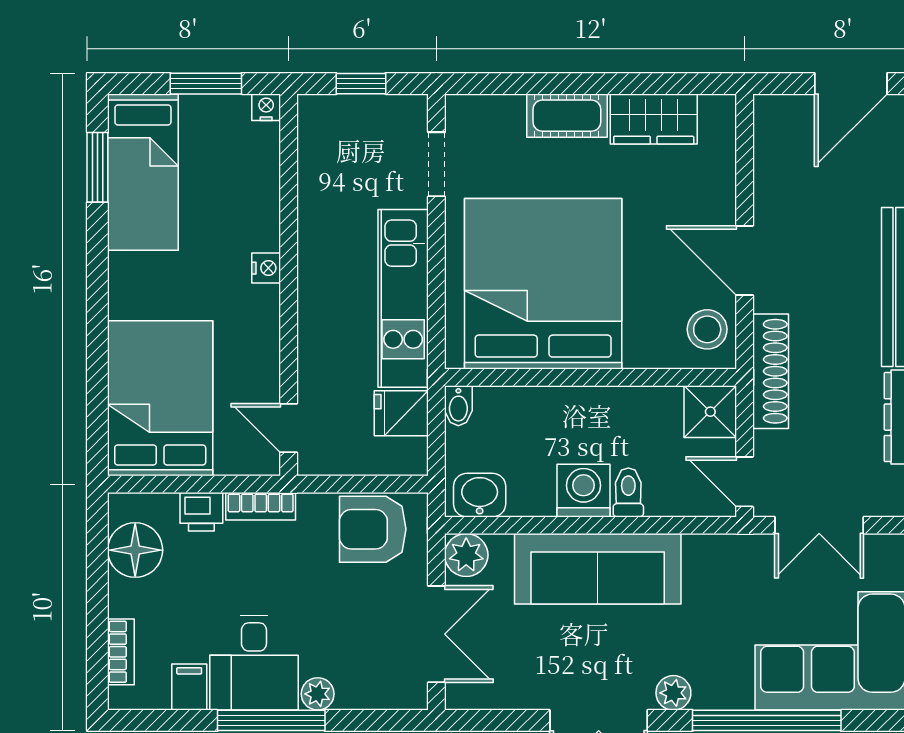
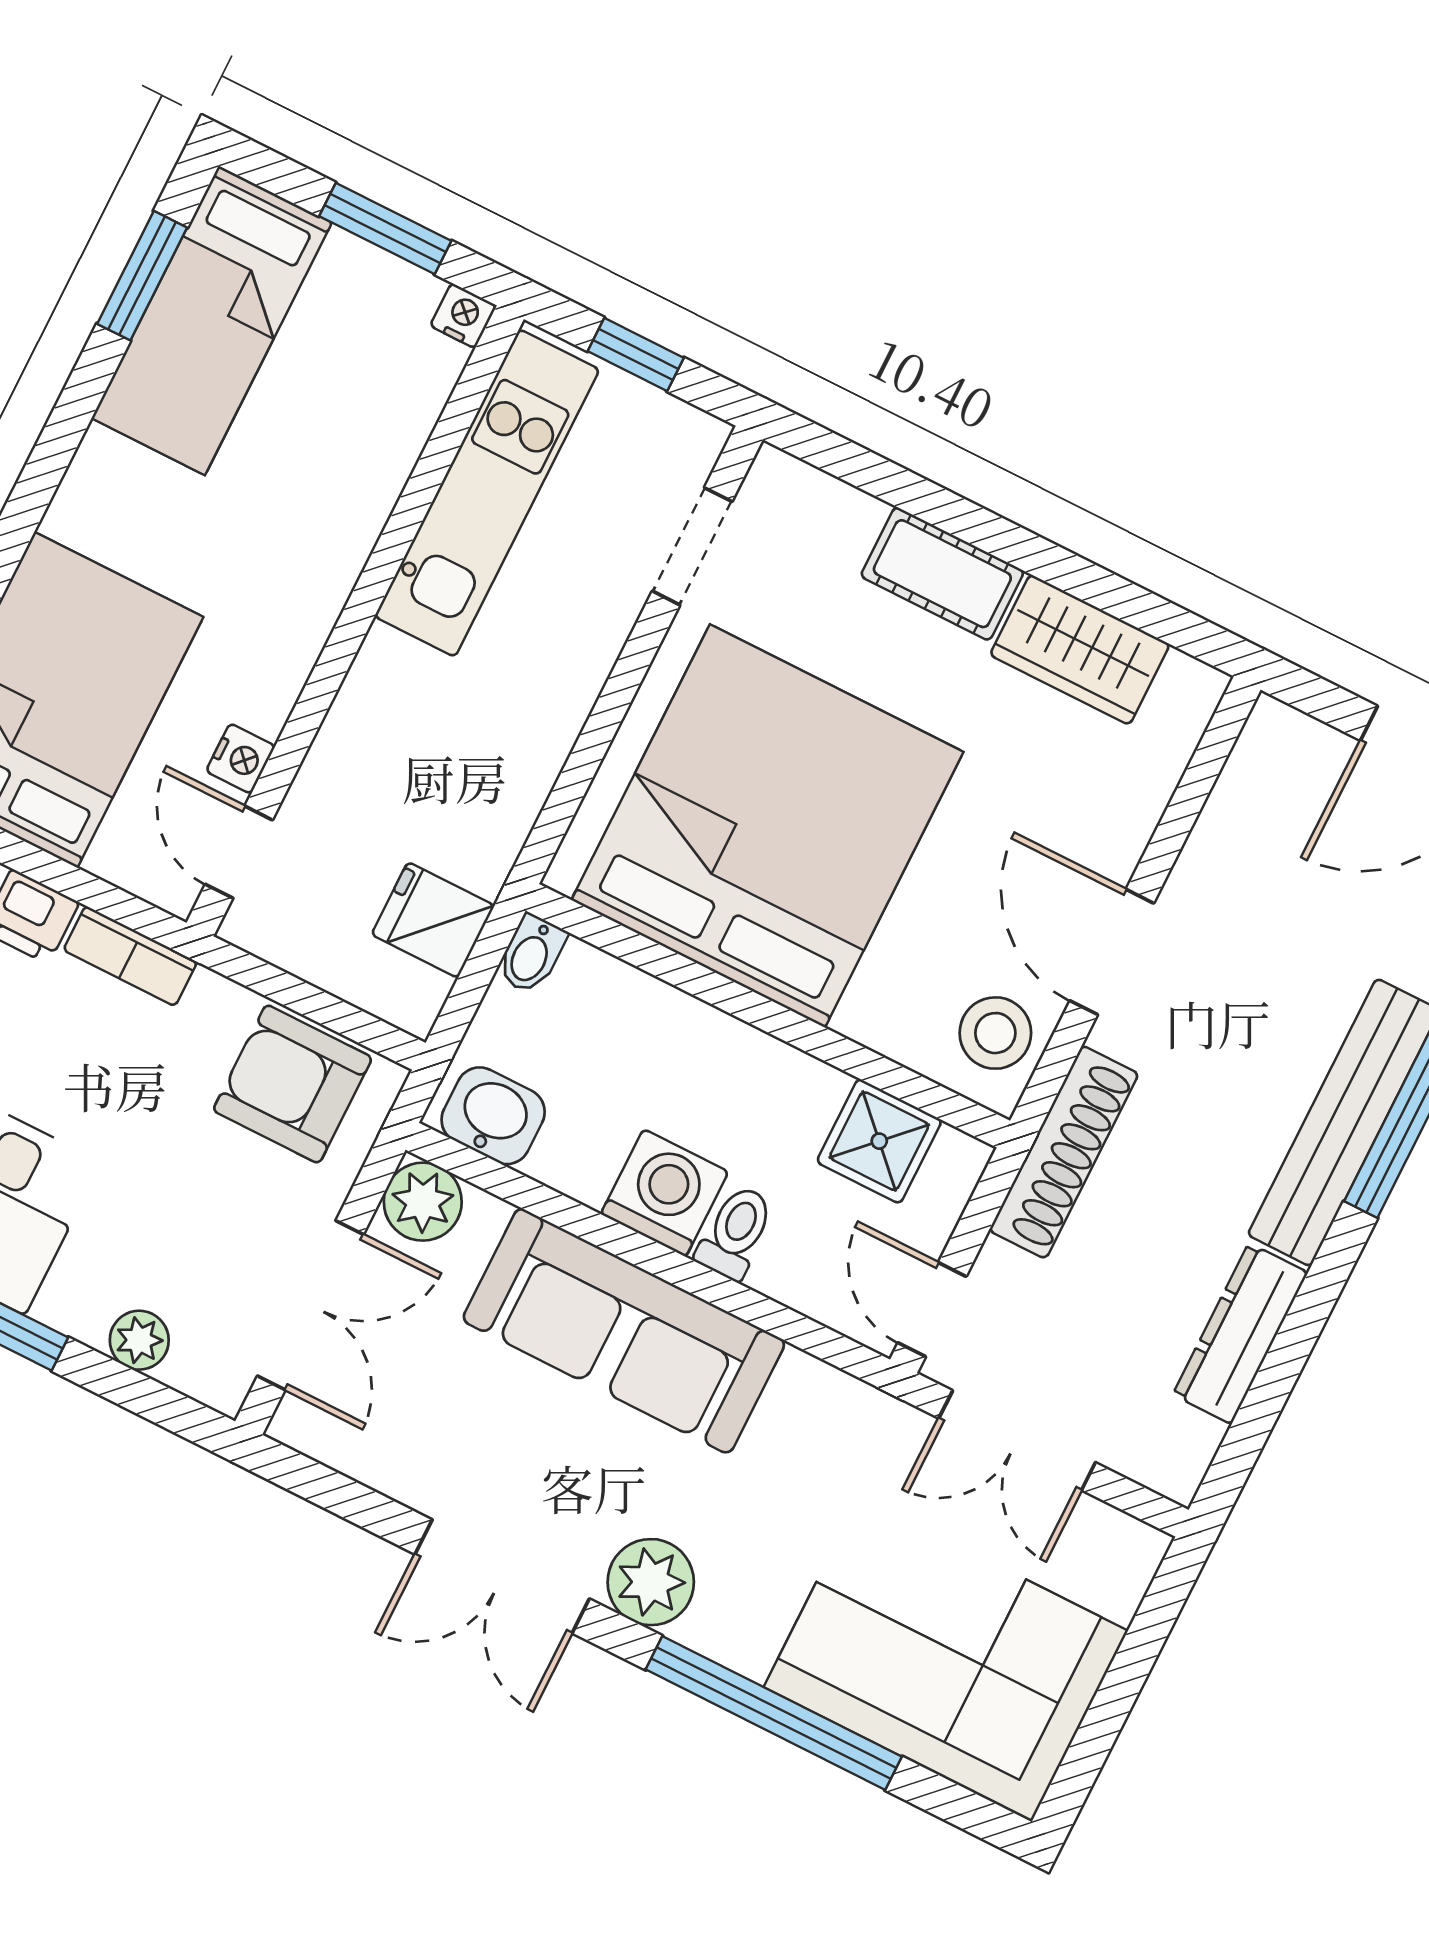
nightstand: (266, 268) -> (241, 759), moved
kitchen unit: (403, 298) -> (487, 493), moved, turned 180
shower: (710, 412) -> (879, 1141), moved
plant: (673, 693) -> (651, 1582), width x1.38, depth x1.38
plant: (318, 694) -> (139, 1340), moved

